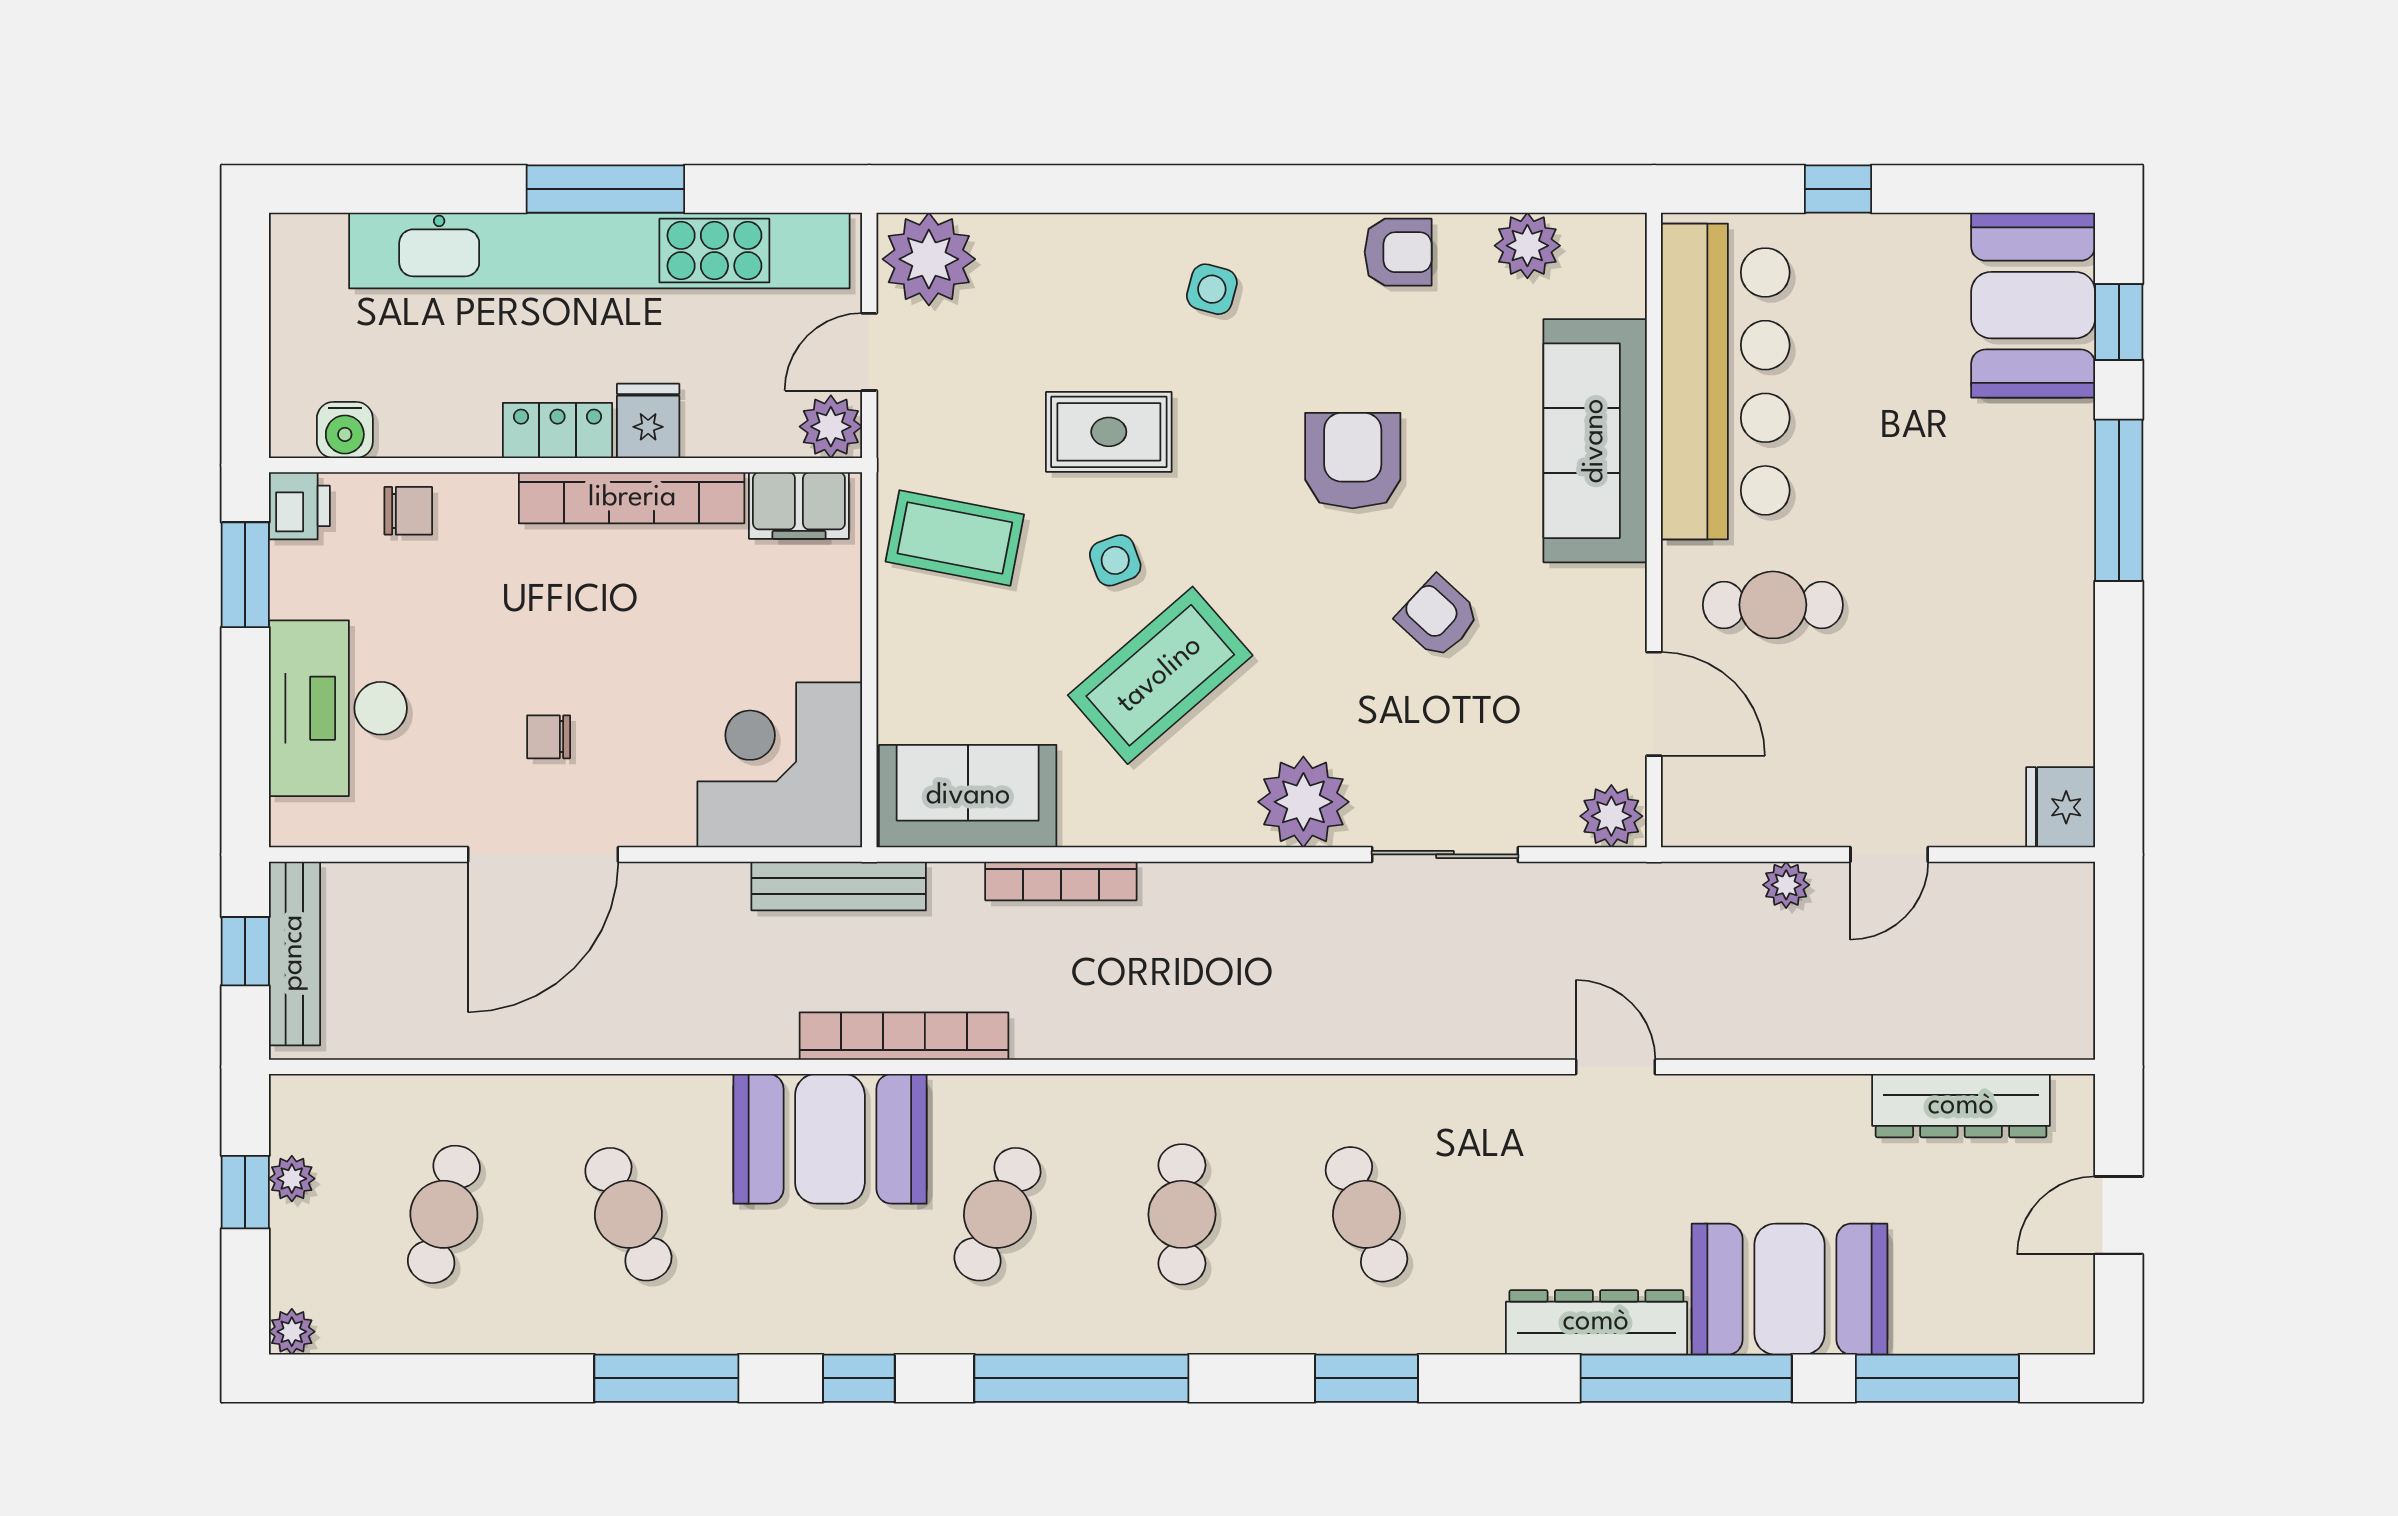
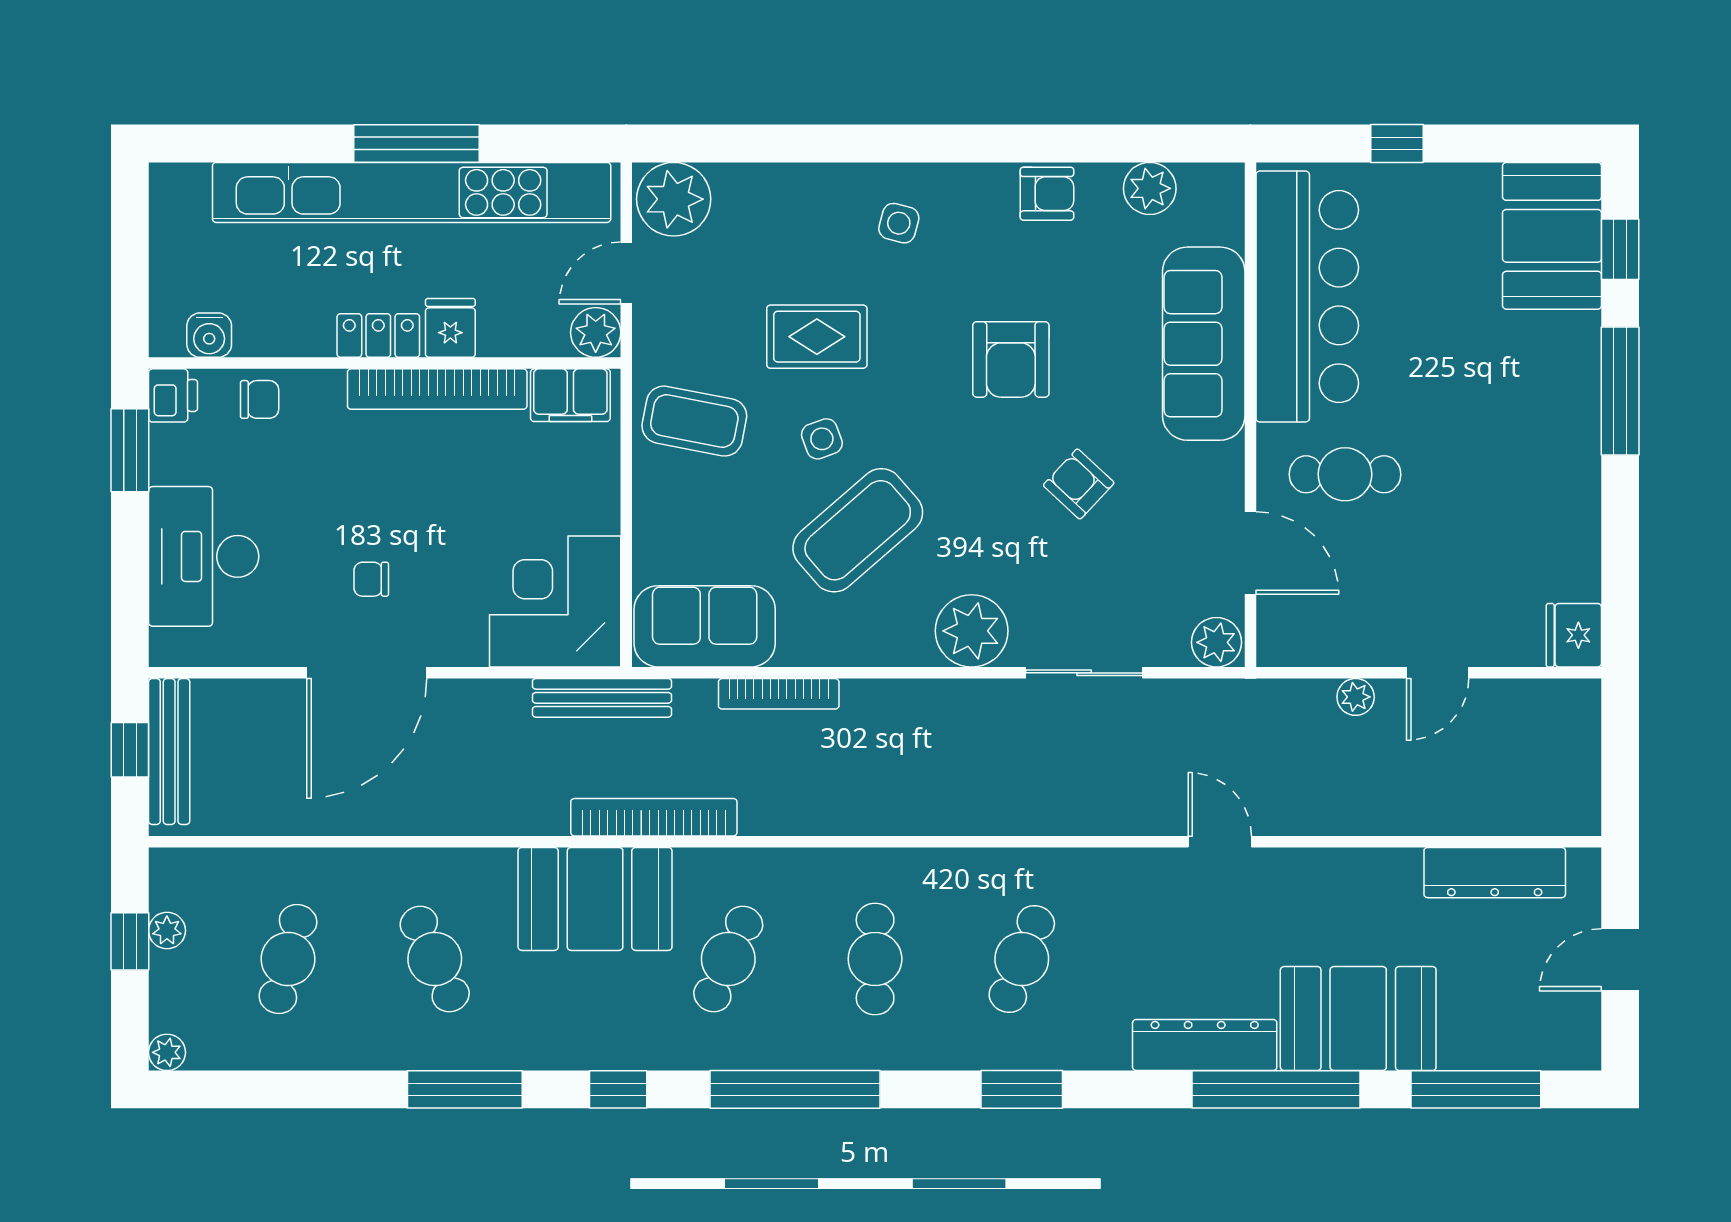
armchair: (1353, 461) -> (1011, 359), turned 180
cafe table: (1366, 1214) -> (1022, 959), turned 42

